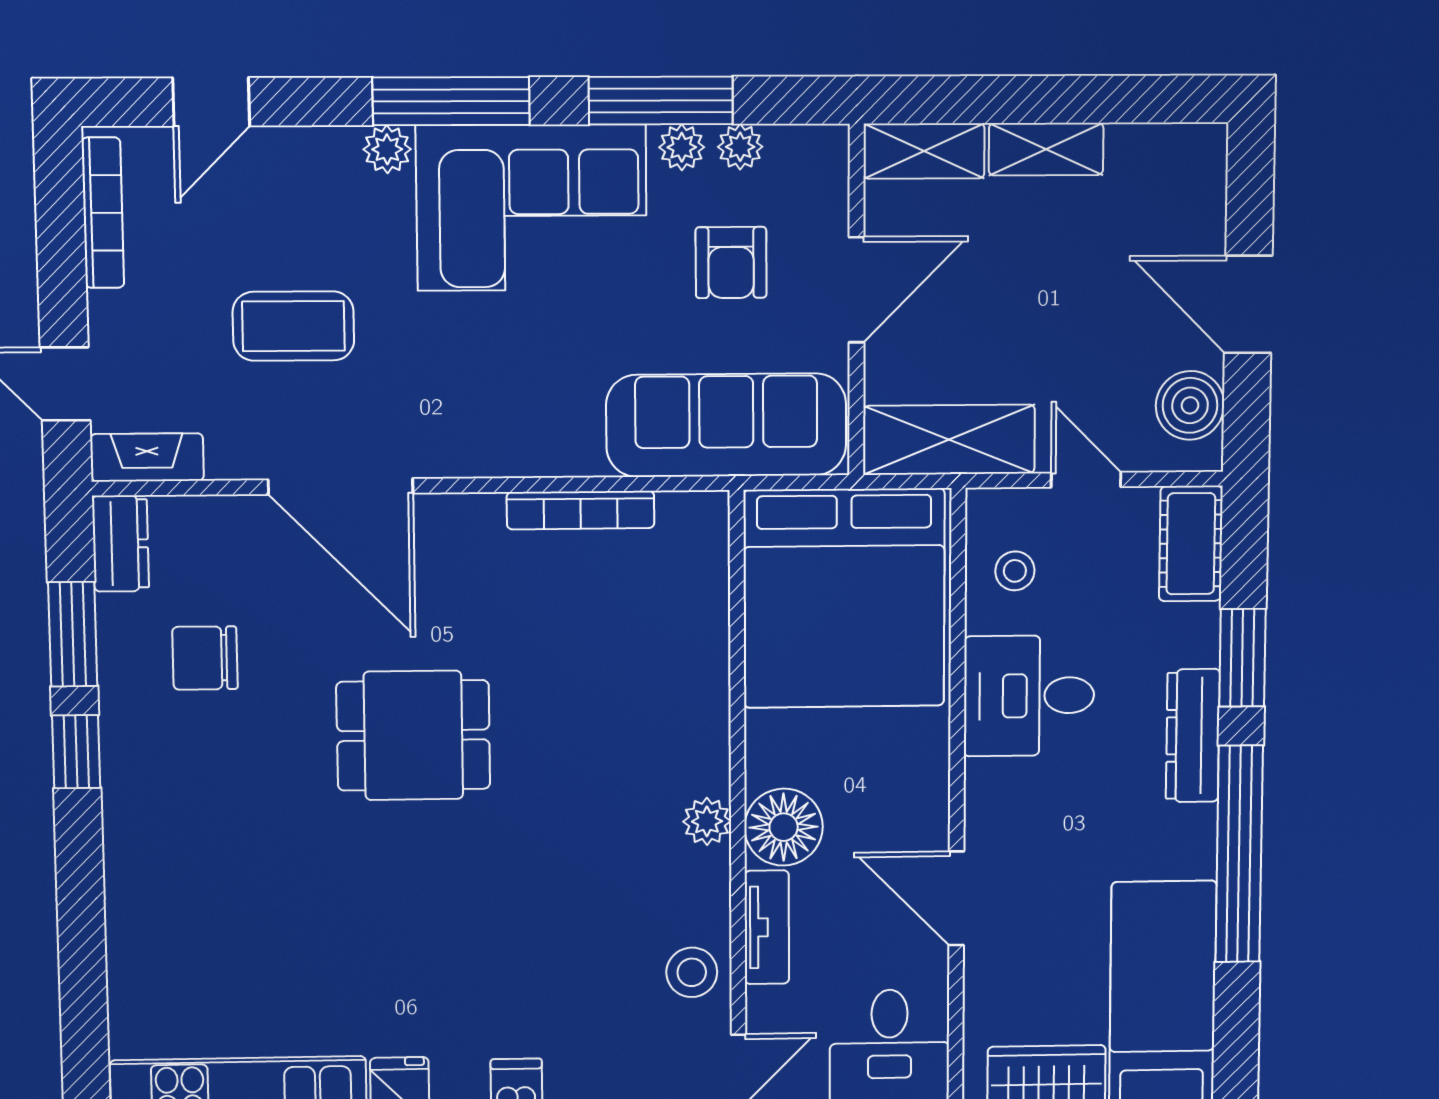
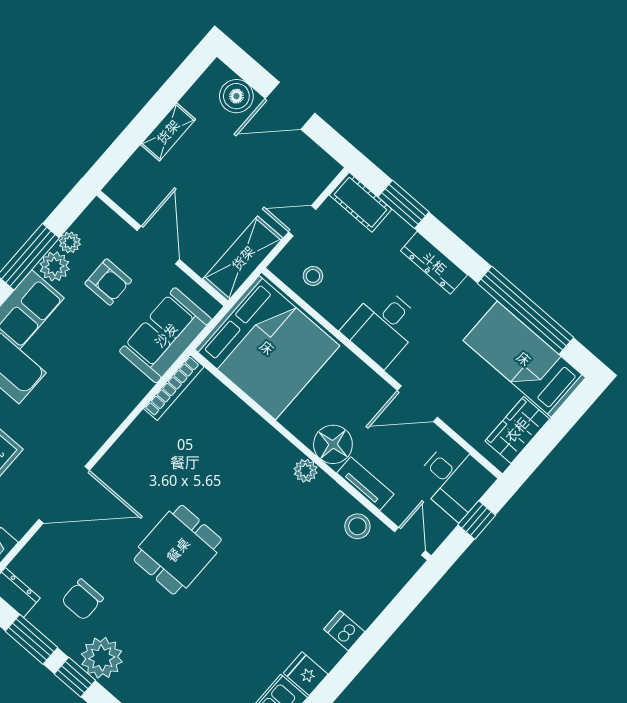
plant: (682, 147) -> (55, 266), width x1.38, depth x1.38
shelving: (924, 151) -> (130, 177), removed
boiler: (1190, 405) -> (236, 96), moved
sofa: (726, 425) -> (166, 335), width x0.73
bookcase: (581, 510) -> (174, 388), moved
window: (1242, 658) -> (403, 204), moved
desk: (1029, 696) -> (382, 326), moved
plant: (143, 766) -> (102, 658), added
window: (1239, 854) -> (525, 310), moved

